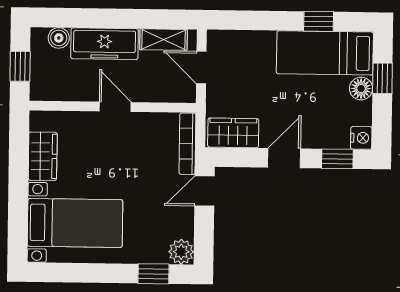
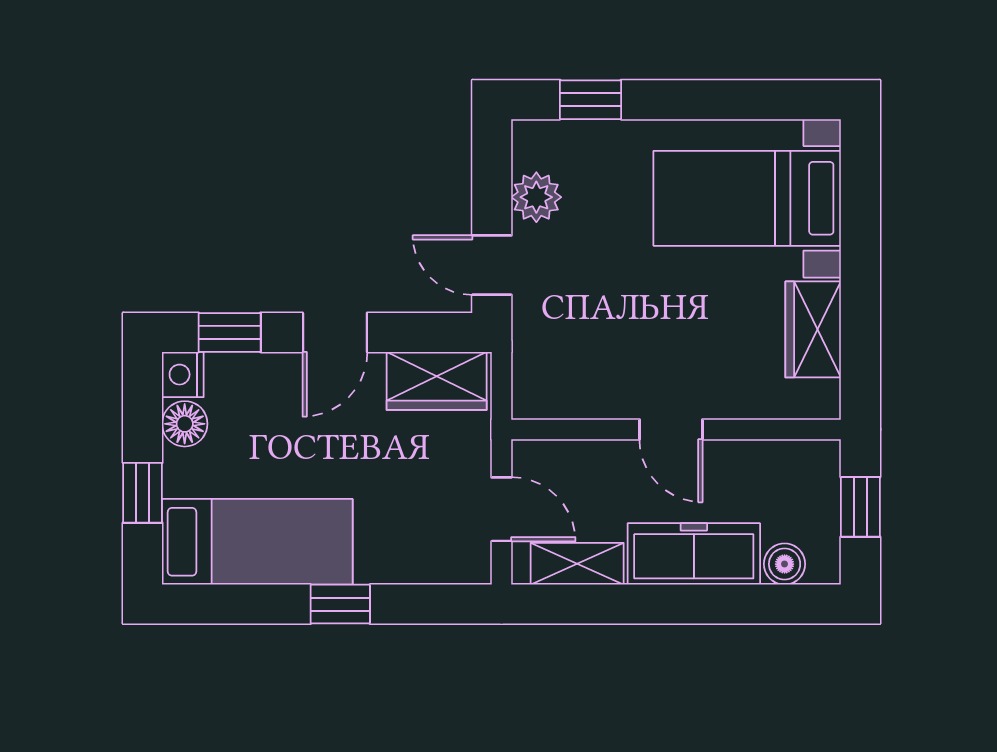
window: (319, 21) -> (340, 604), moved
floor lamp: (361, 88) -> (185, 424), moved
bookcase: (187, 144) -> (527, 358), removed
door: (204, 191) -> (492, 265), swing flipped
plant: (181, 252) -> (536, 197), moved

